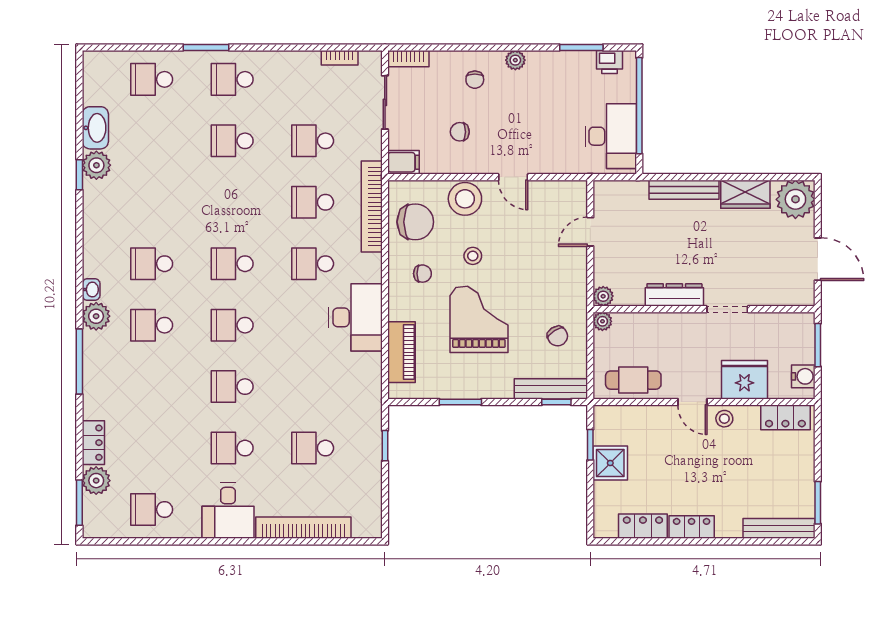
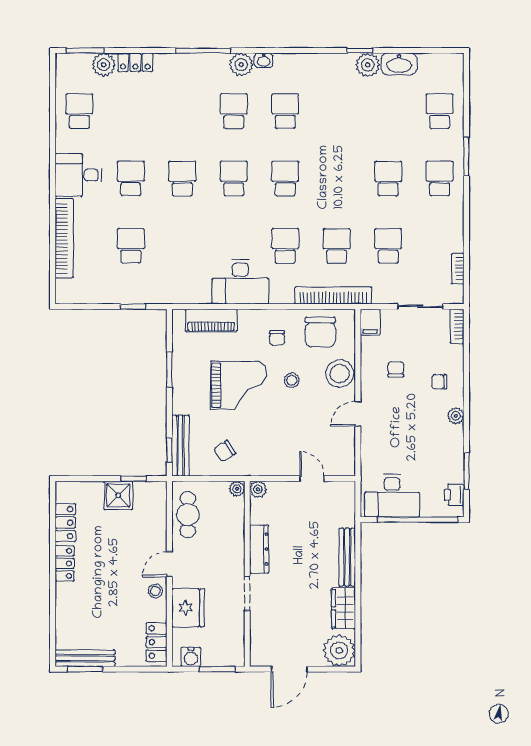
bench: (779, 528) -> (85, 658), moved, turned 90

